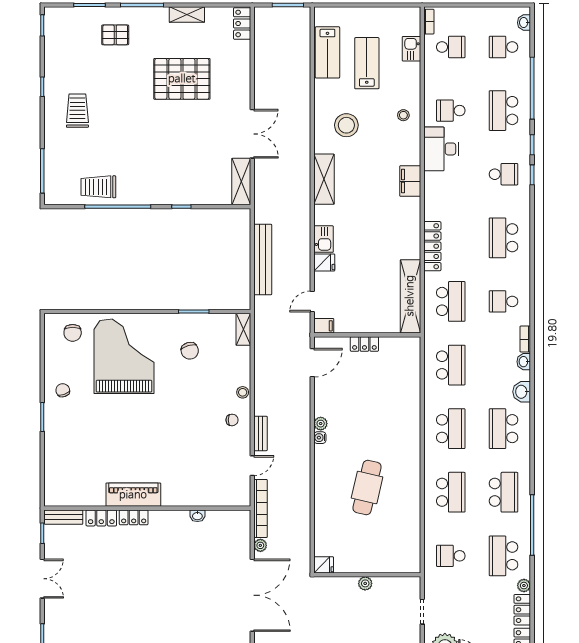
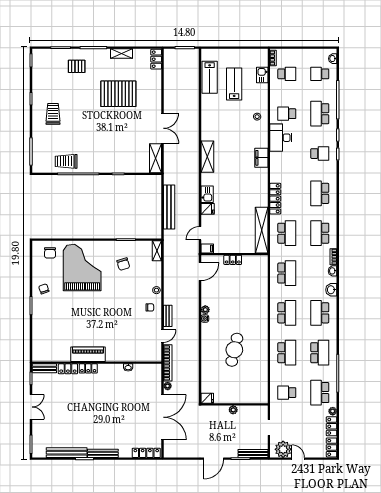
stool: (346, 125) -> (221, 123), removed
school desk: (503, 301) -> (320, 233), width x1.85

